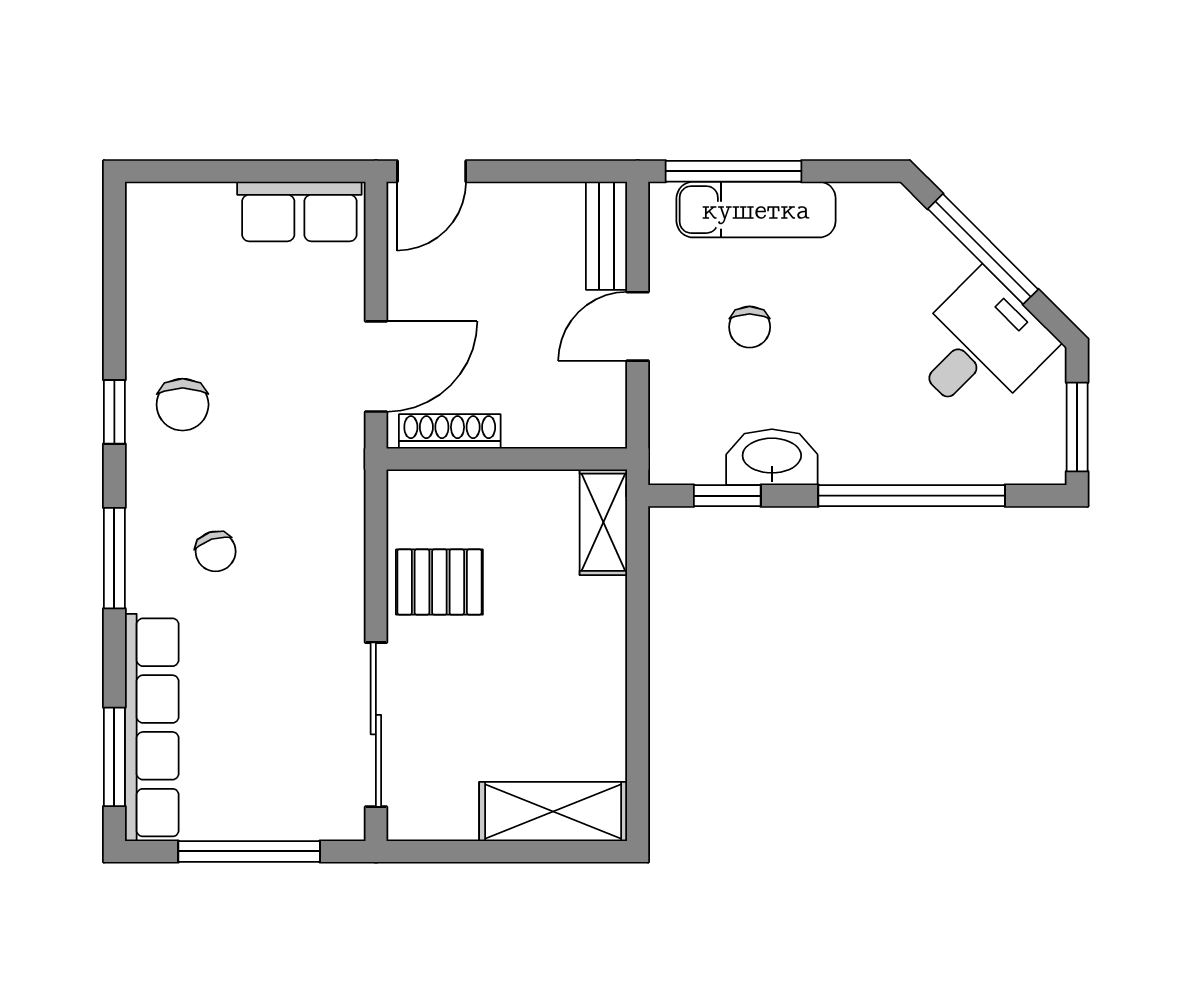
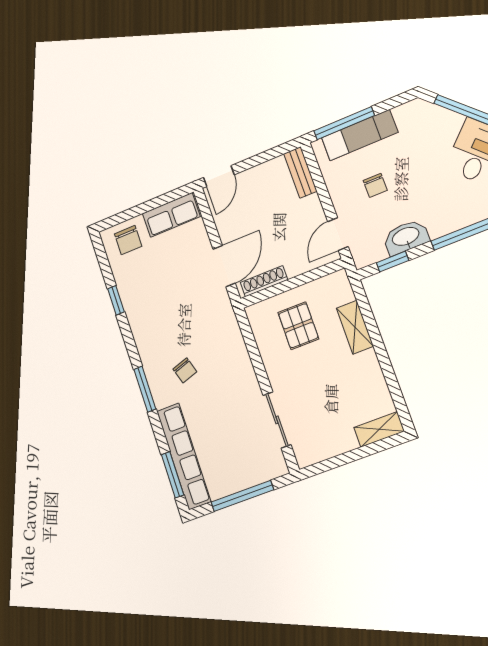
door: (638, 326) -> (338, 234), moved
chair: (183, 405) -> (128, 240), moved
window: (114, 412) -> (116, 300), moved
shelving: (603, 522) -> (355, 327), moved
pallet: (439, 582) -> (298, 326), moved, turned 90
sliding door: (376, 725) -> (277, 420), width x0.73
shelving: (553, 811) -> (379, 429), width x0.67, depth x0.75

